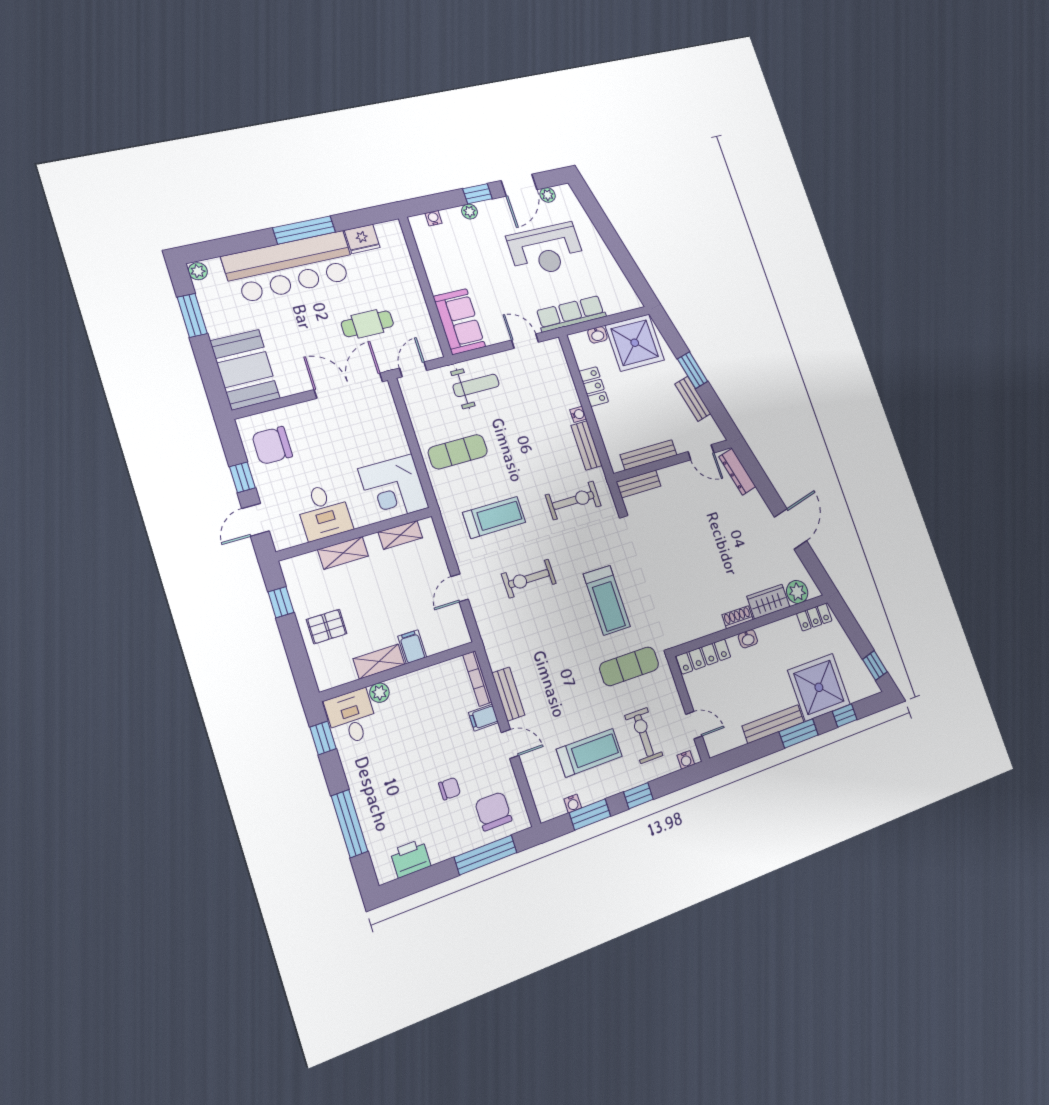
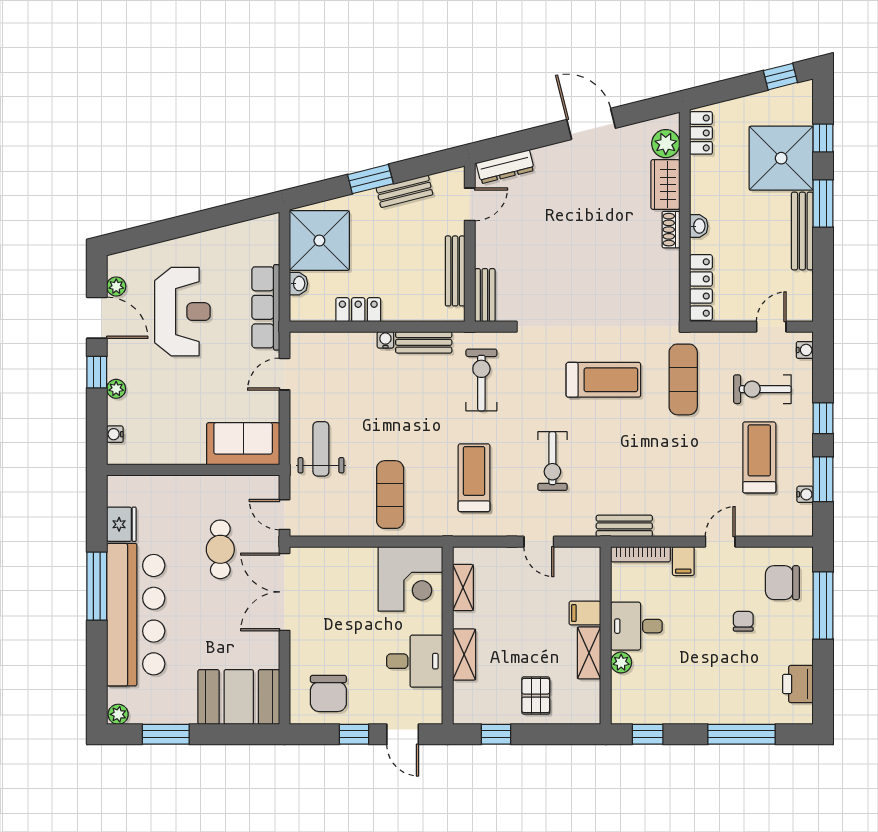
bench: (508, 694) -> (624, 526), moved
desk: (352, 717) -> (636, 626), moved

